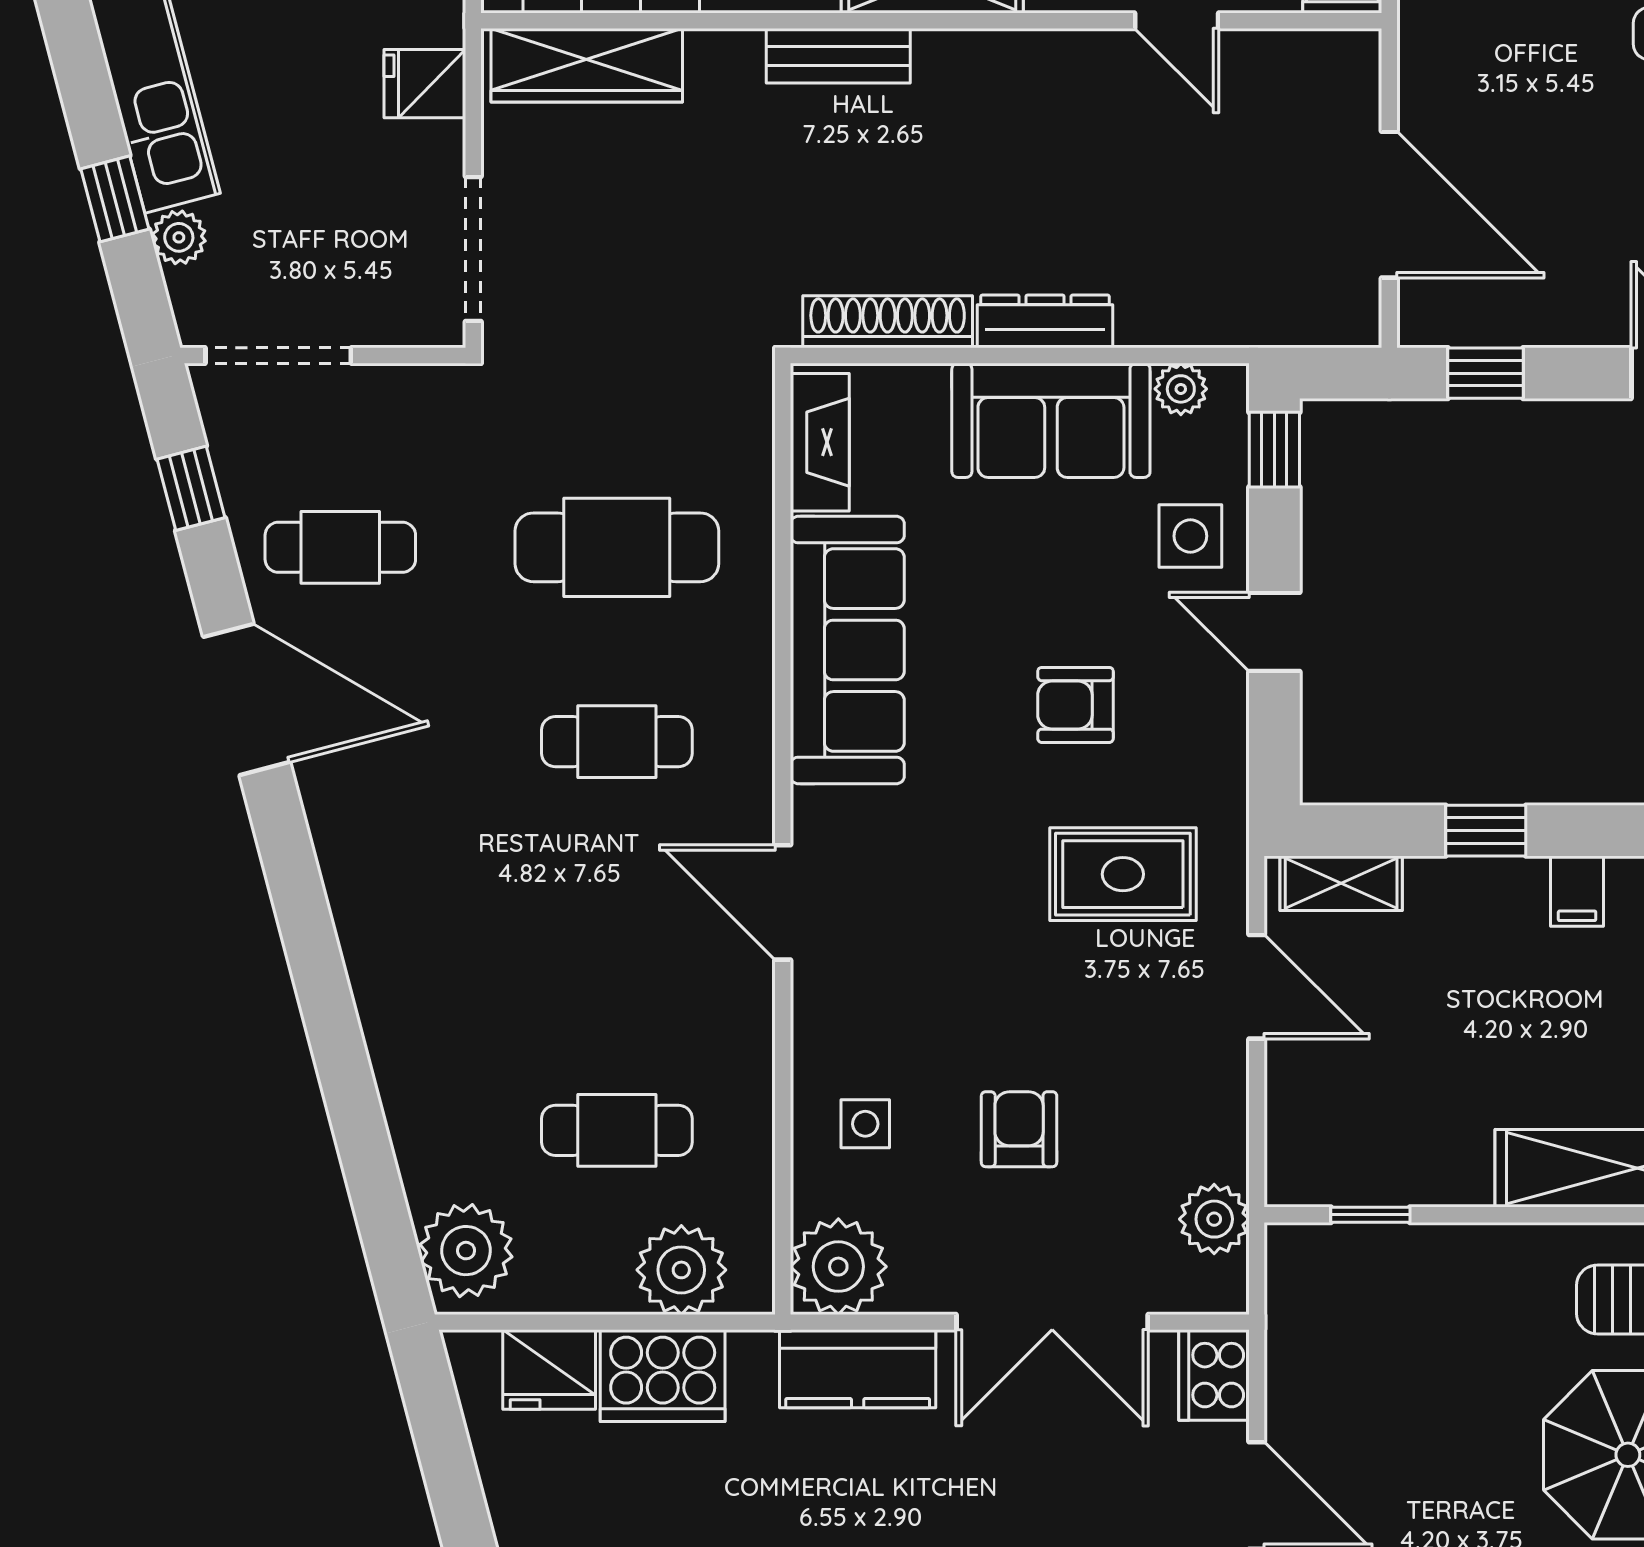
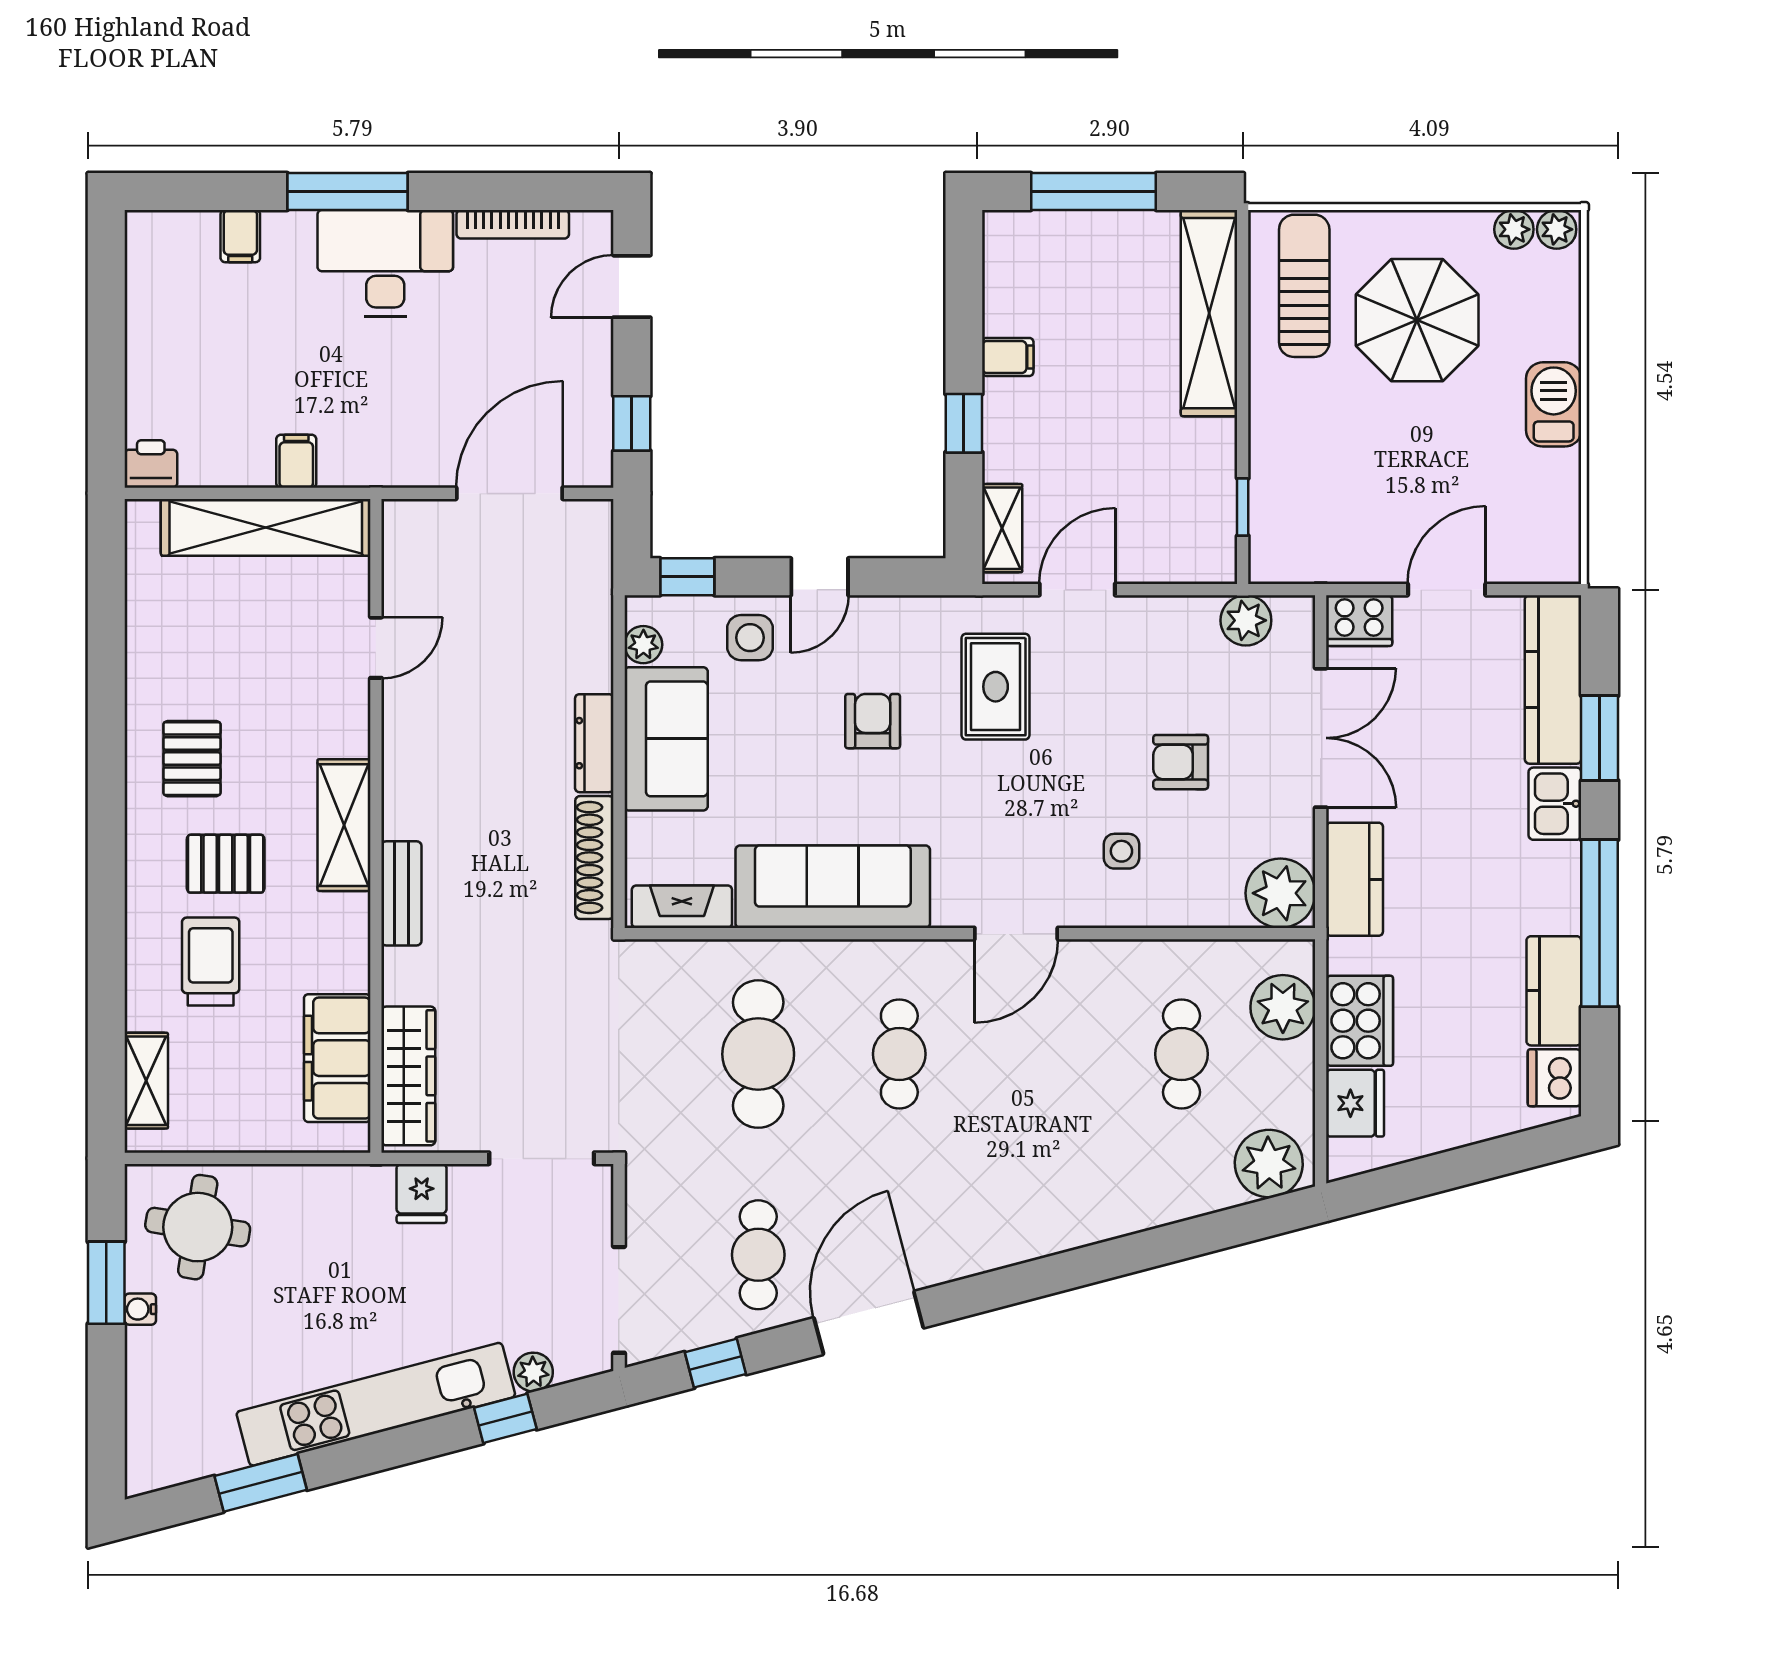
armchair: (1075, 705) -> (873, 721), turned 180
side table: (865, 1124) -> (1121, 851), moved

